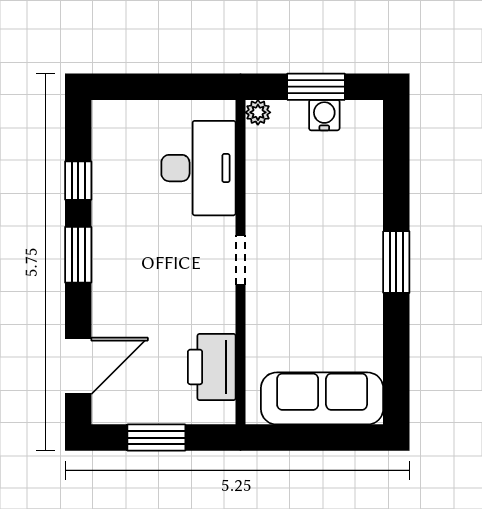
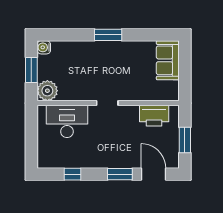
plant: (258, 112) -> (47, 91), width x1.87, depth x1.87
water cooler: (324, 115) -> (44, 47), moved
window: (78, 255) -> (120, 174), moved
sofa: (322, 398) -> (168, 60), width x0.73

